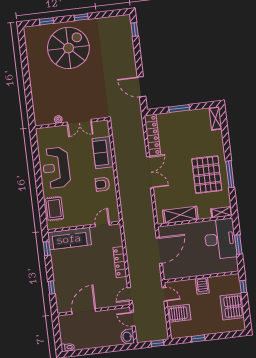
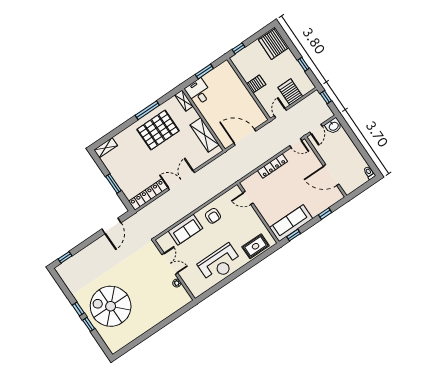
window: (47, 21) -> (89, 324), moved
sofa: (69, 239) -> (291, 223), moved, turned -90
desk: (220, 239) -> (198, 92), width x0.53, depth x0.77
server rack: (232, 307) -> (274, 44), moved, turned 90

